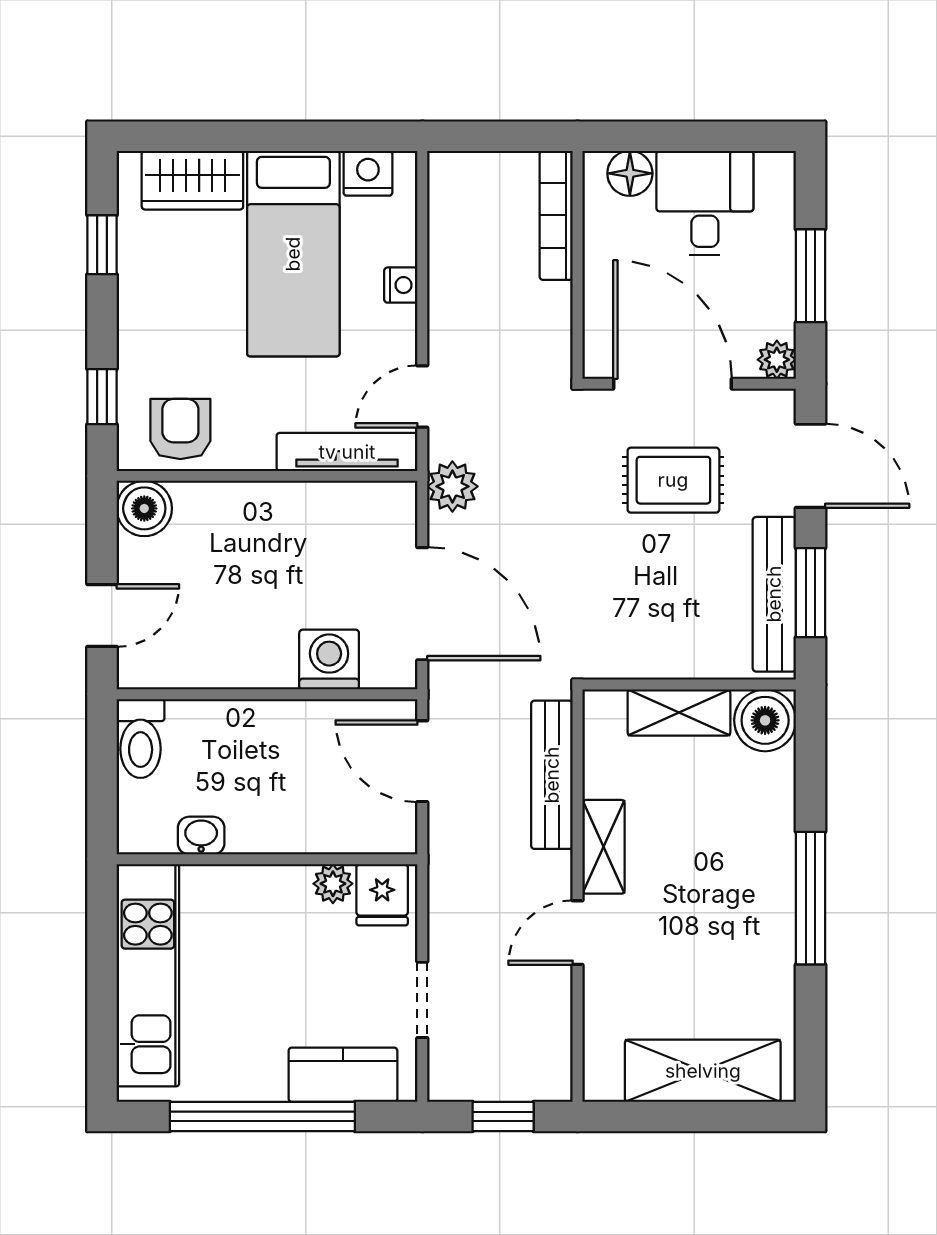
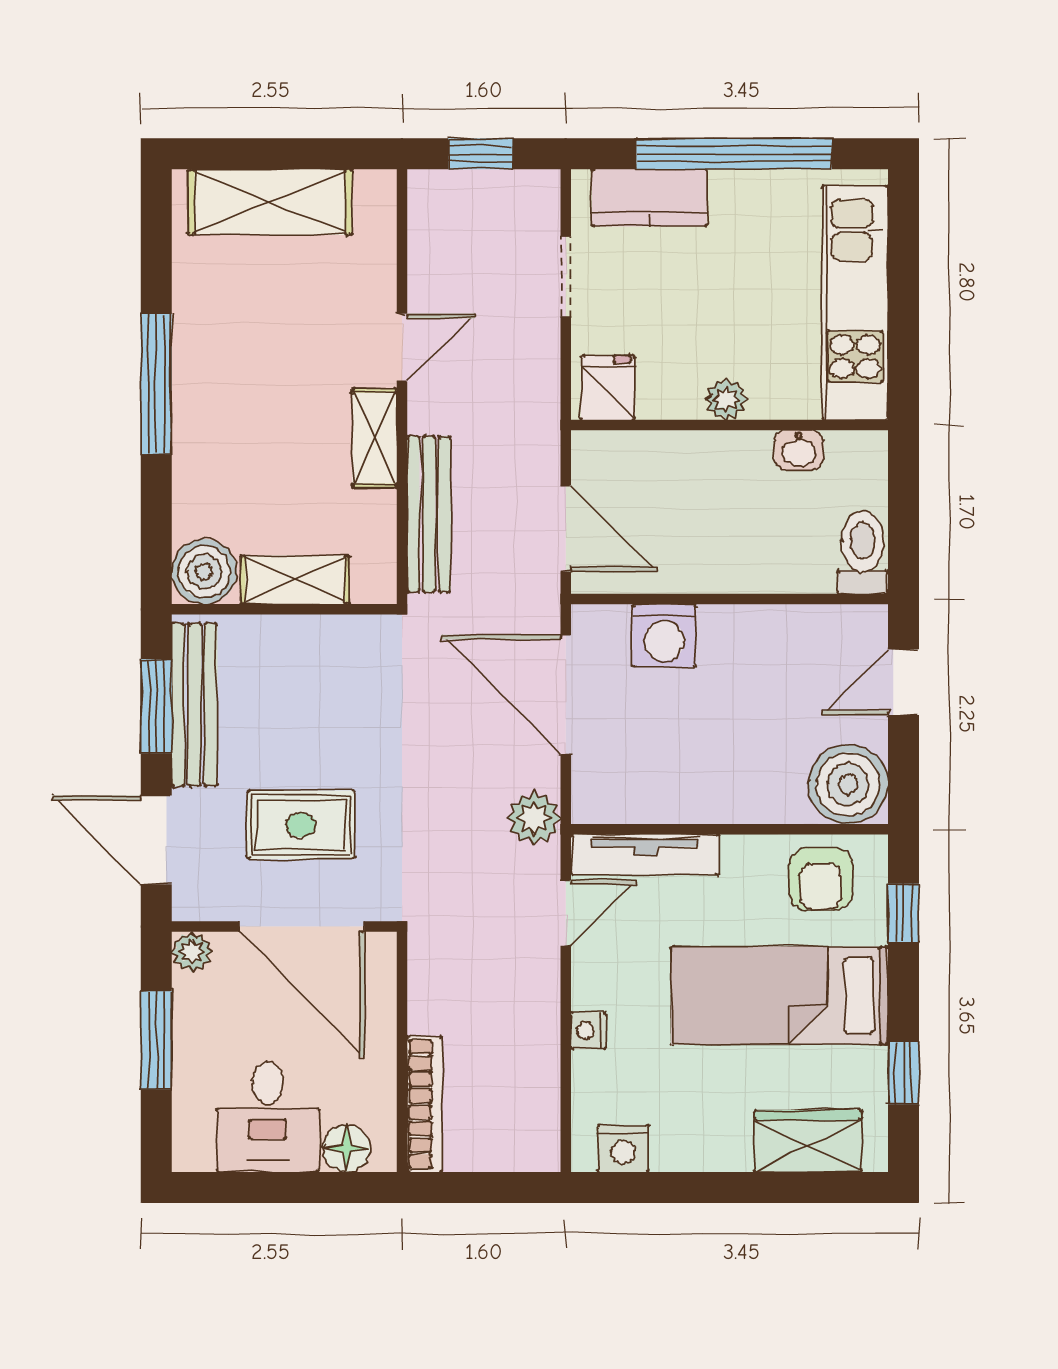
bed: (293, 254) -> (780, 995), moved, turned -90
boiler: (144, 508) -> (848, 784), width x1.37, depth x1.37
plant: (333, 884) -> (726, 399), moved

